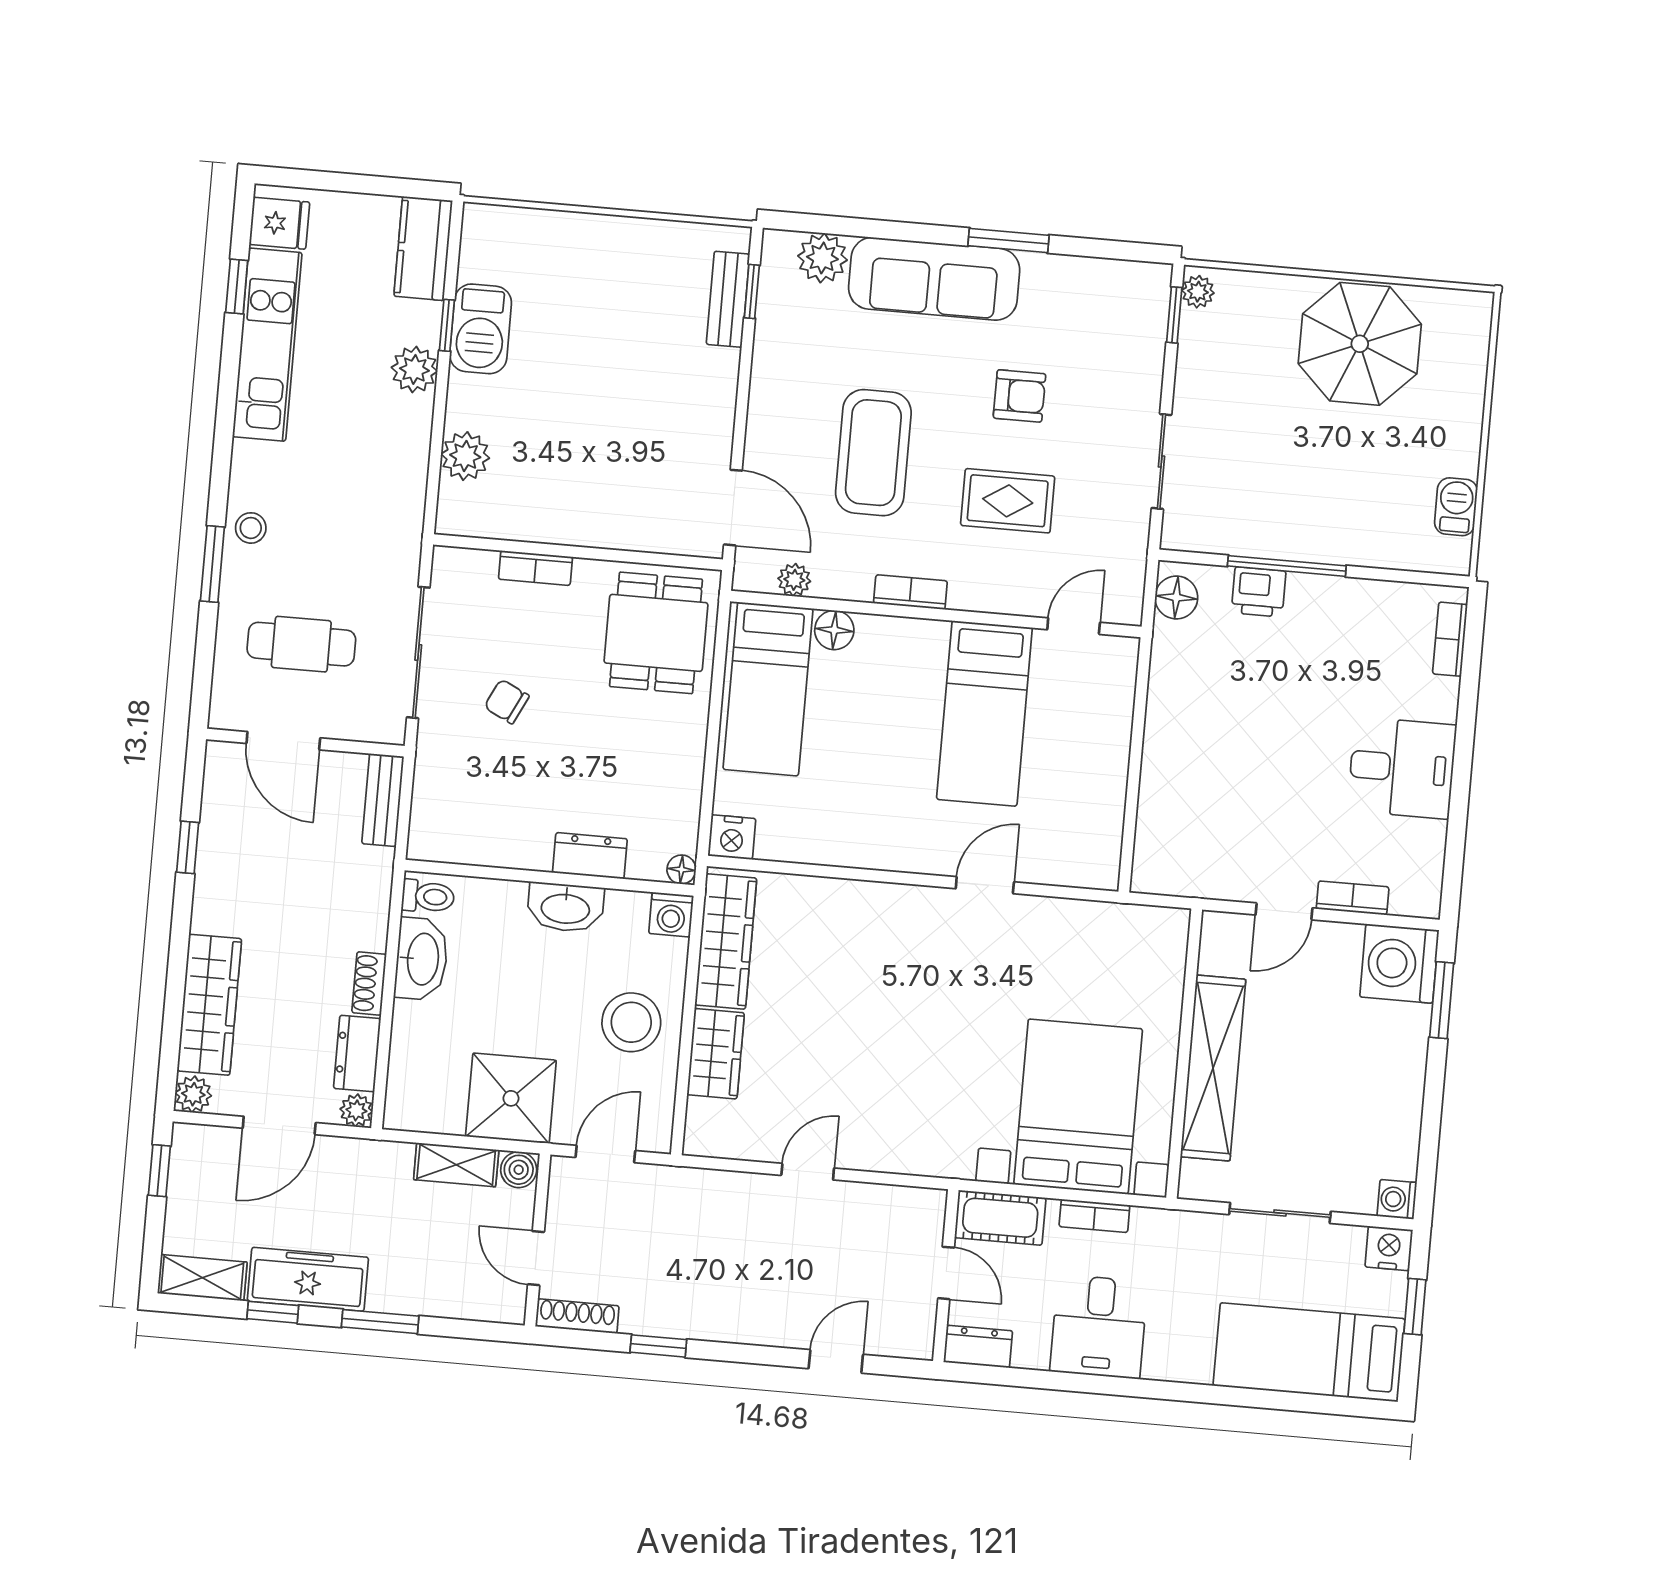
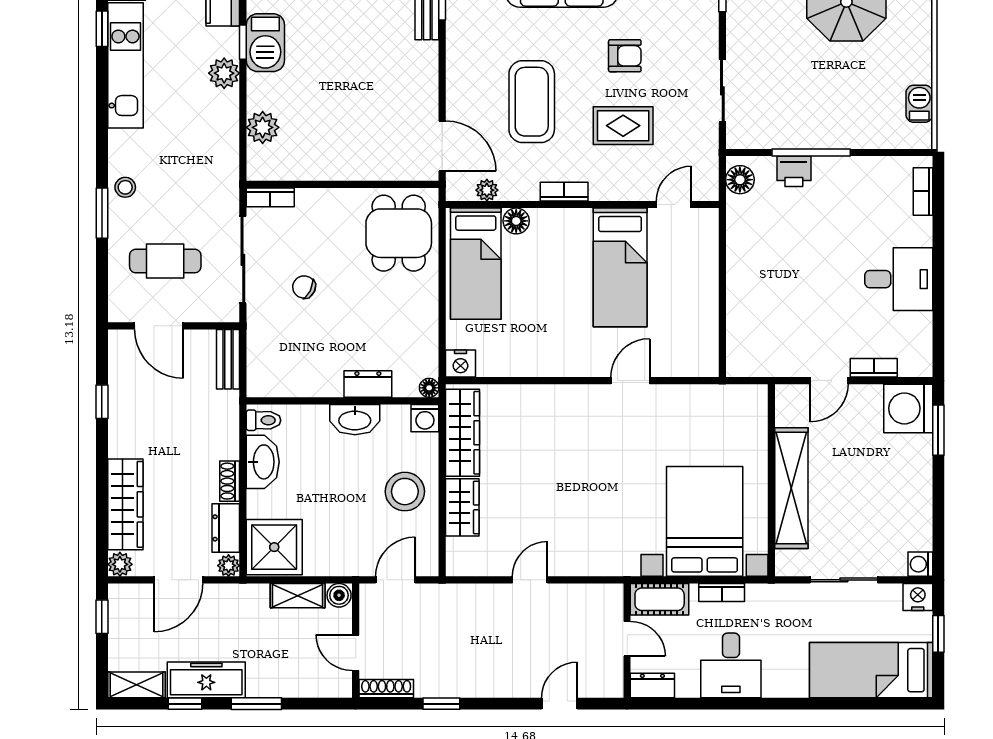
bookcase: (535, 568) -> (270, 197), moved
shower: (511, 1098) -> (274, 547), moved

